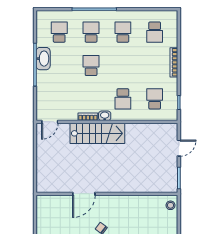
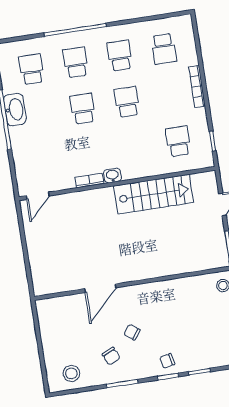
school desk: (123, 99) -> (127, 102), moved, turned 180
stairs: (97, 133) -> (154, 194), moved

